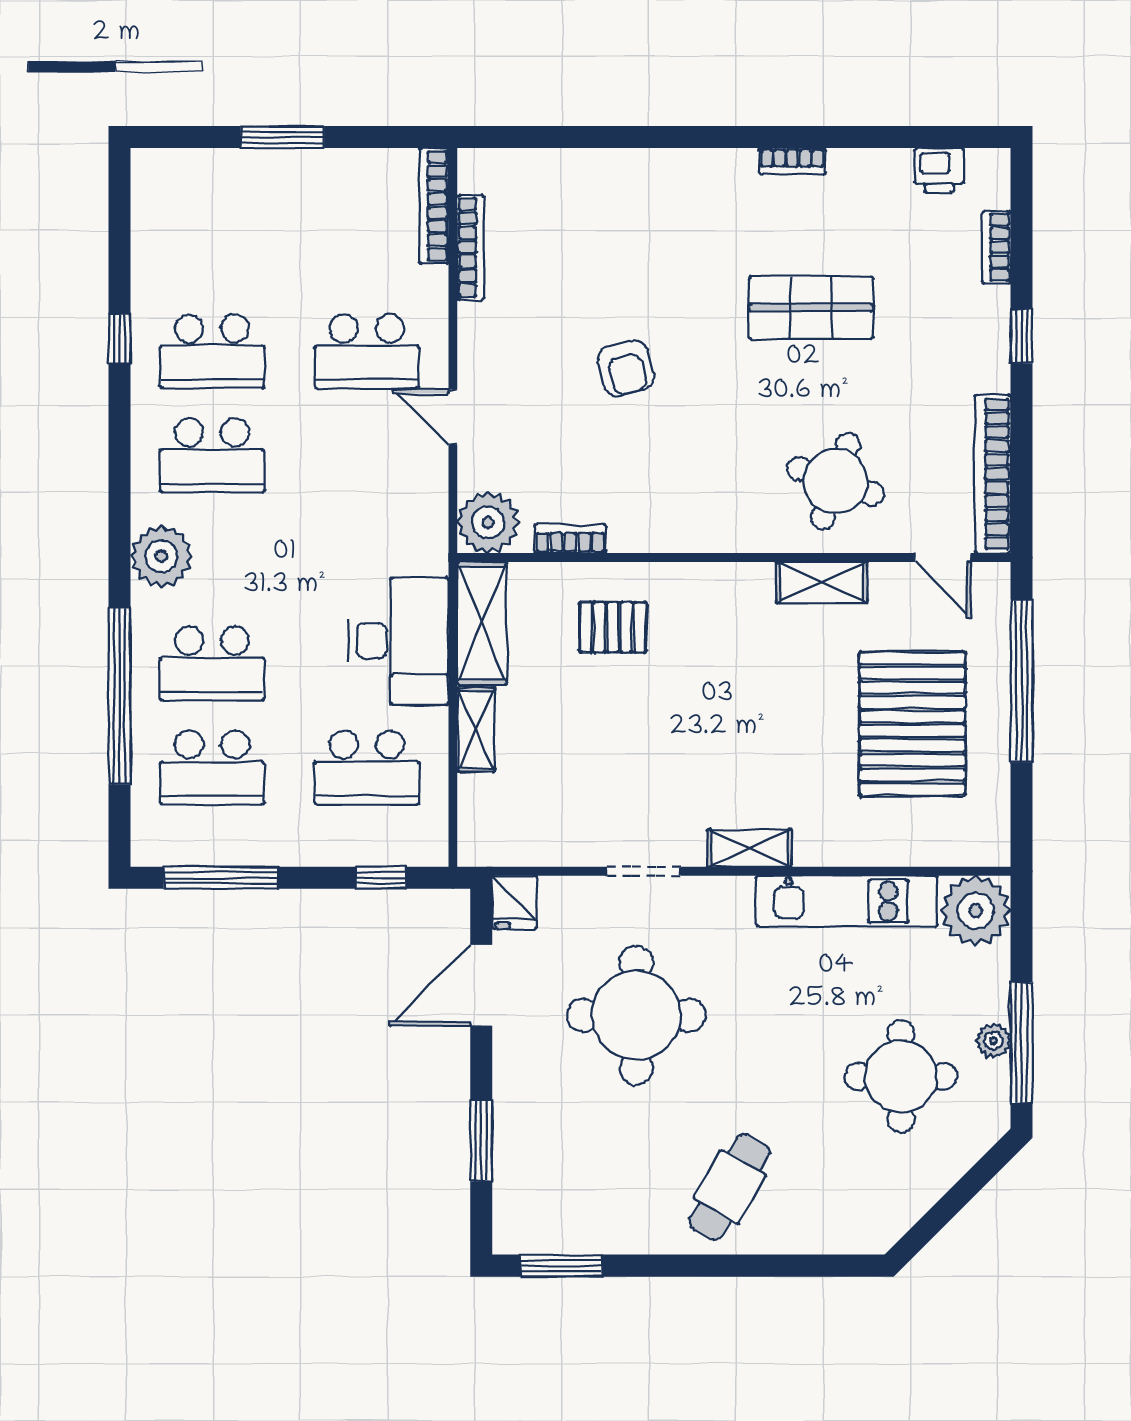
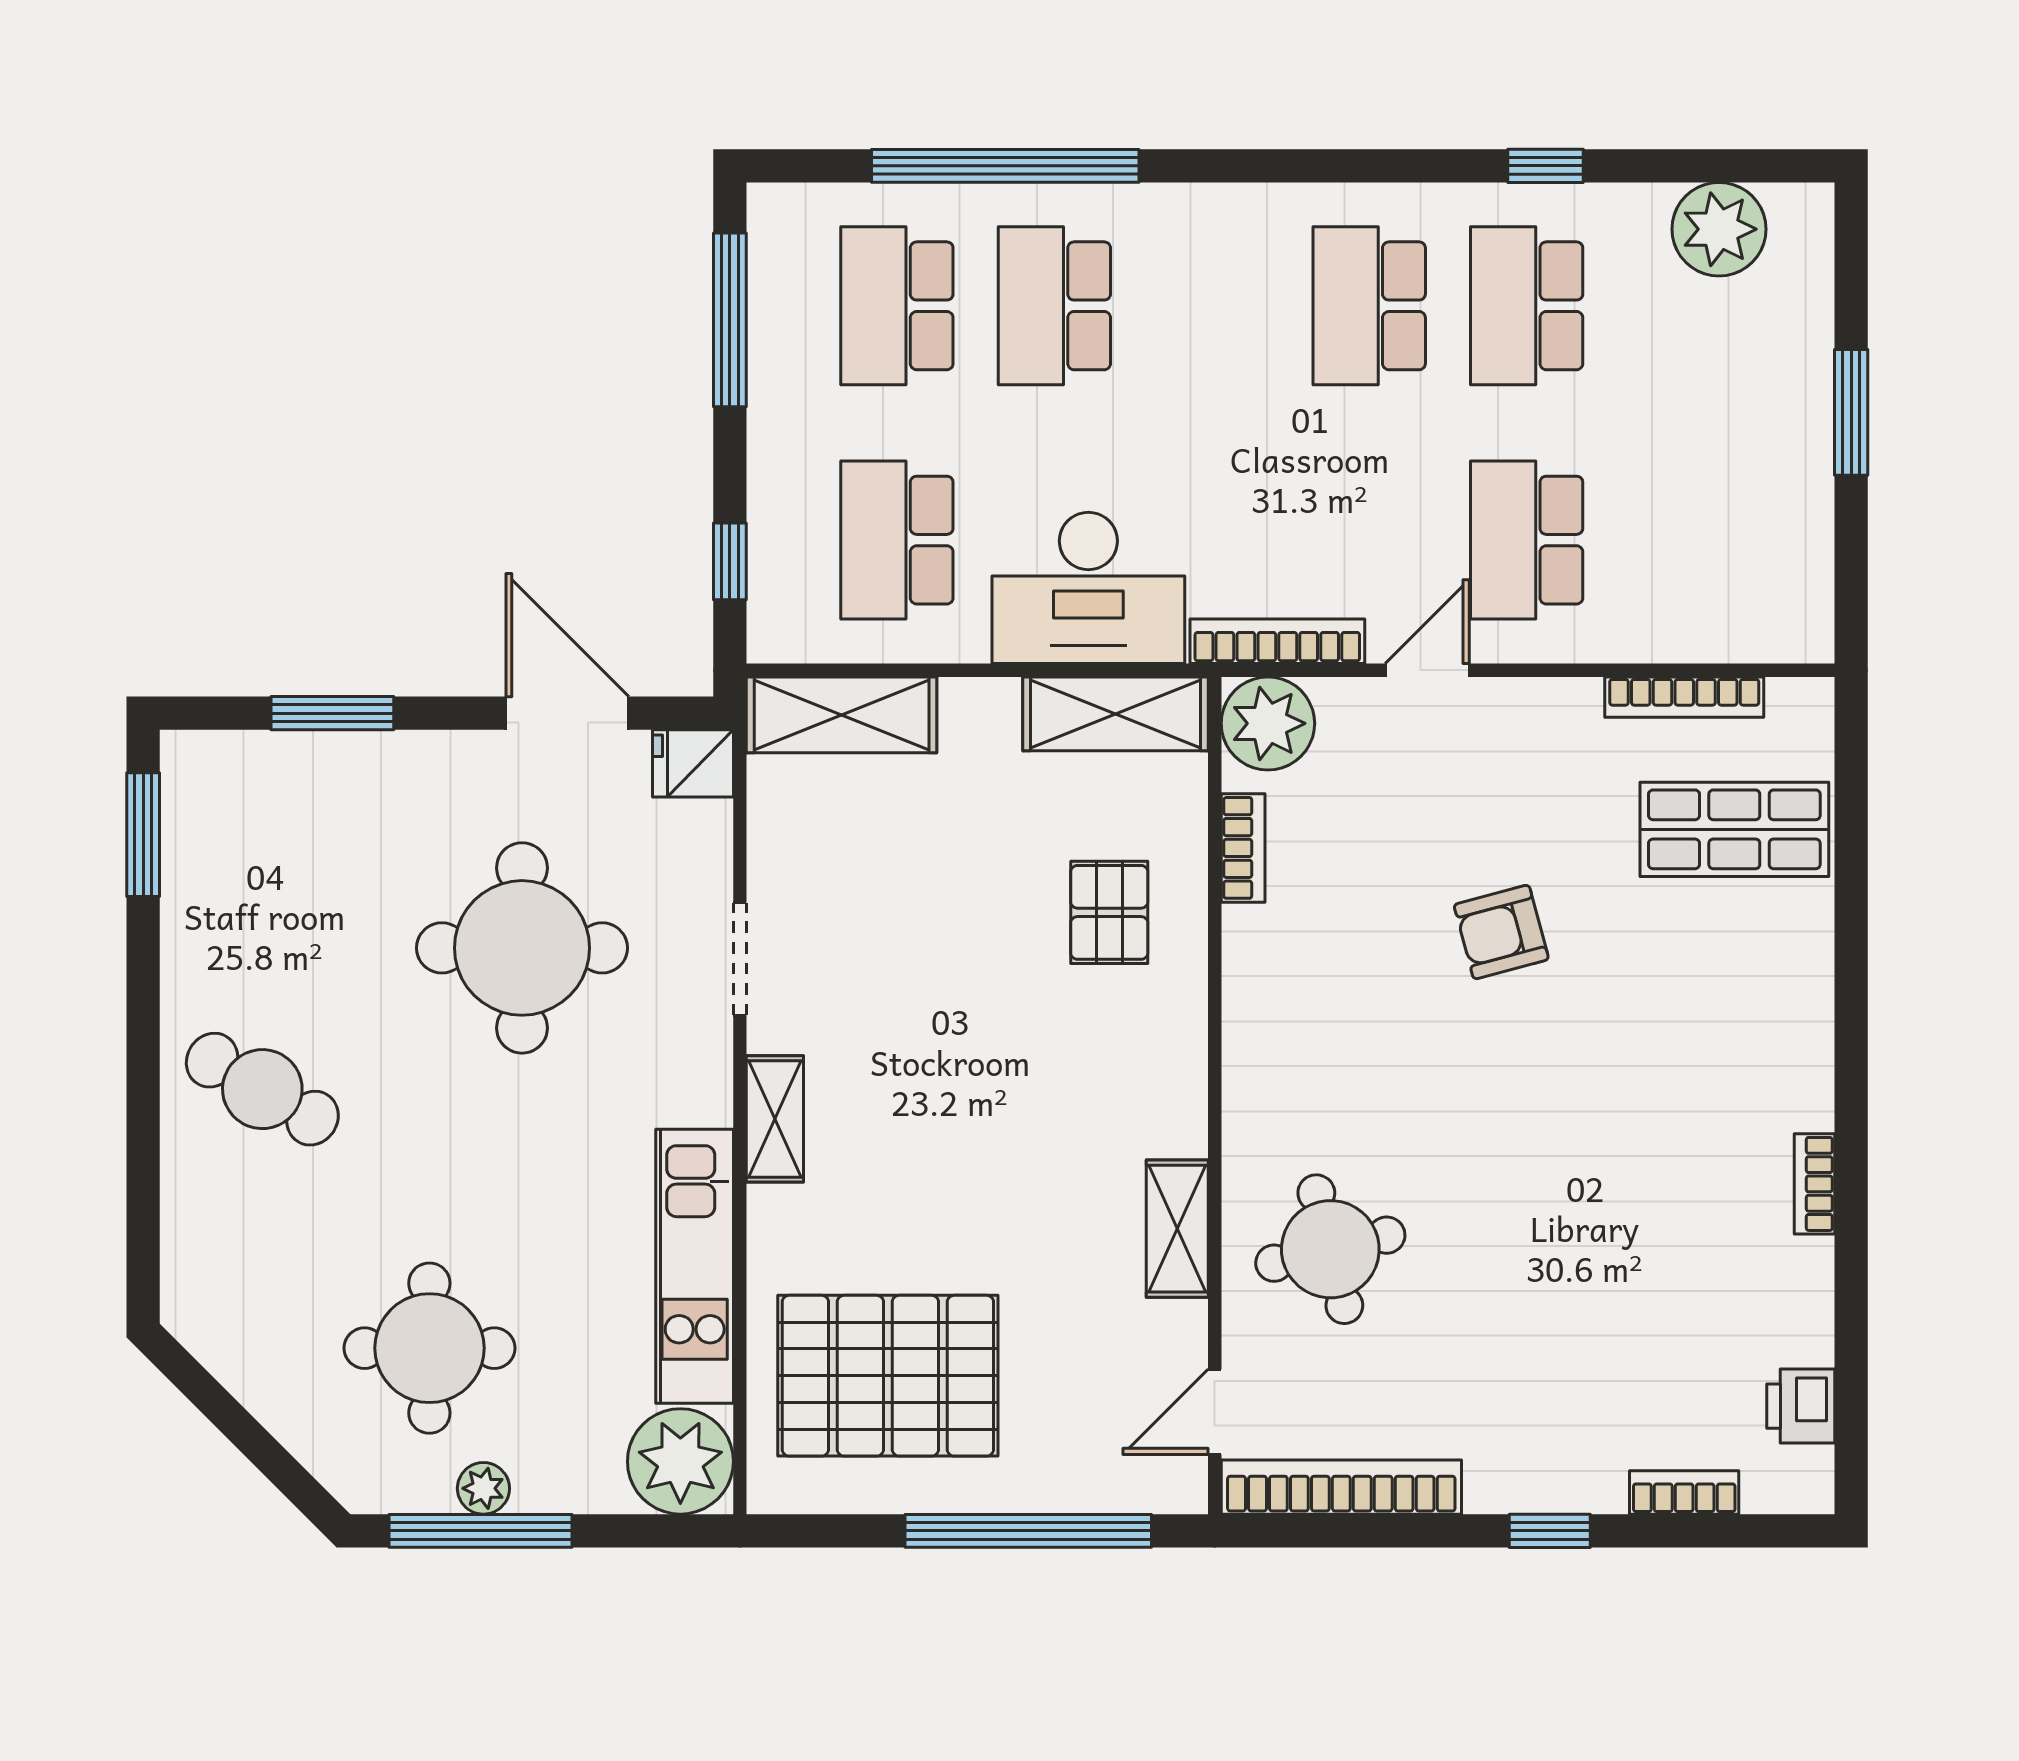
bookcase: (434, 206) -> (1277, 641), moved
shop shelf: (811, 308) -> (1734, 829), moved, turned 90
round table: (835, 481) -> (1330, 1249), turned -33
plant: (161, 556) -> (1719, 229), moved
pallet: (912, 724) -> (888, 1376), moved
shelving: (476, 730) -> (842, 715), moved, width x1.50, depth x1.33

